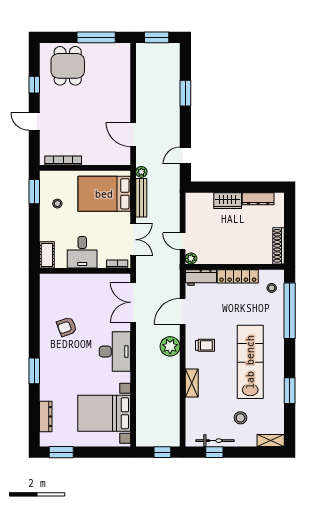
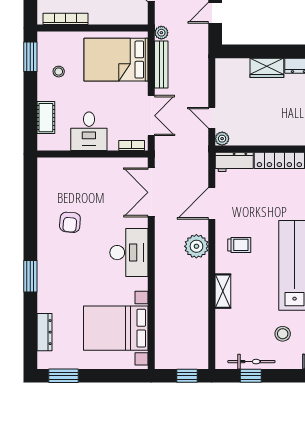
cot: (47, 255) -> (46, 118), moved
armchair: (67, 327) -> (70, 222), turned -65

